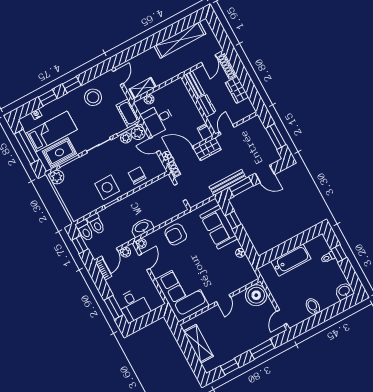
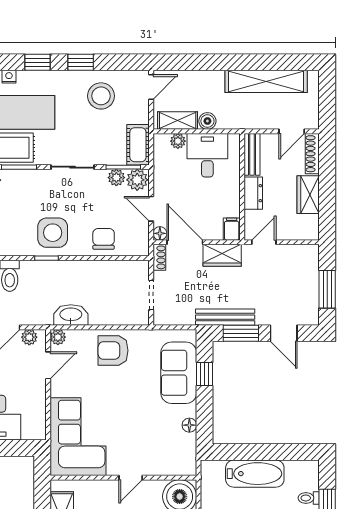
boiler: (159, 79) -> (207, 121), added
desk: (158, 119) -> (207, 155), moved, turned 90

